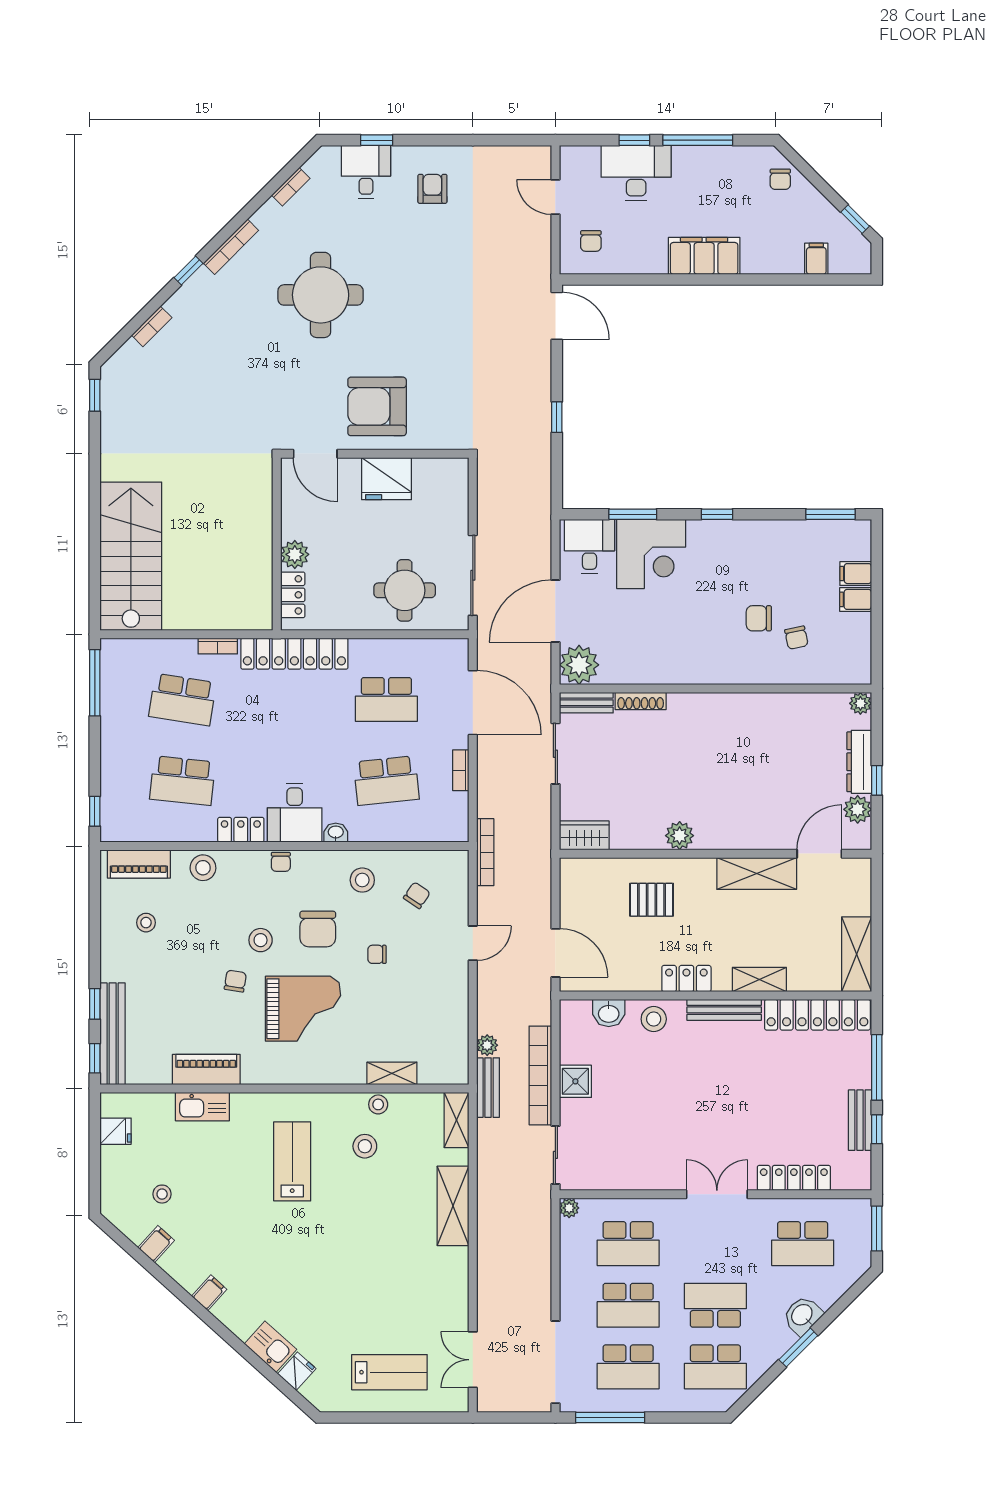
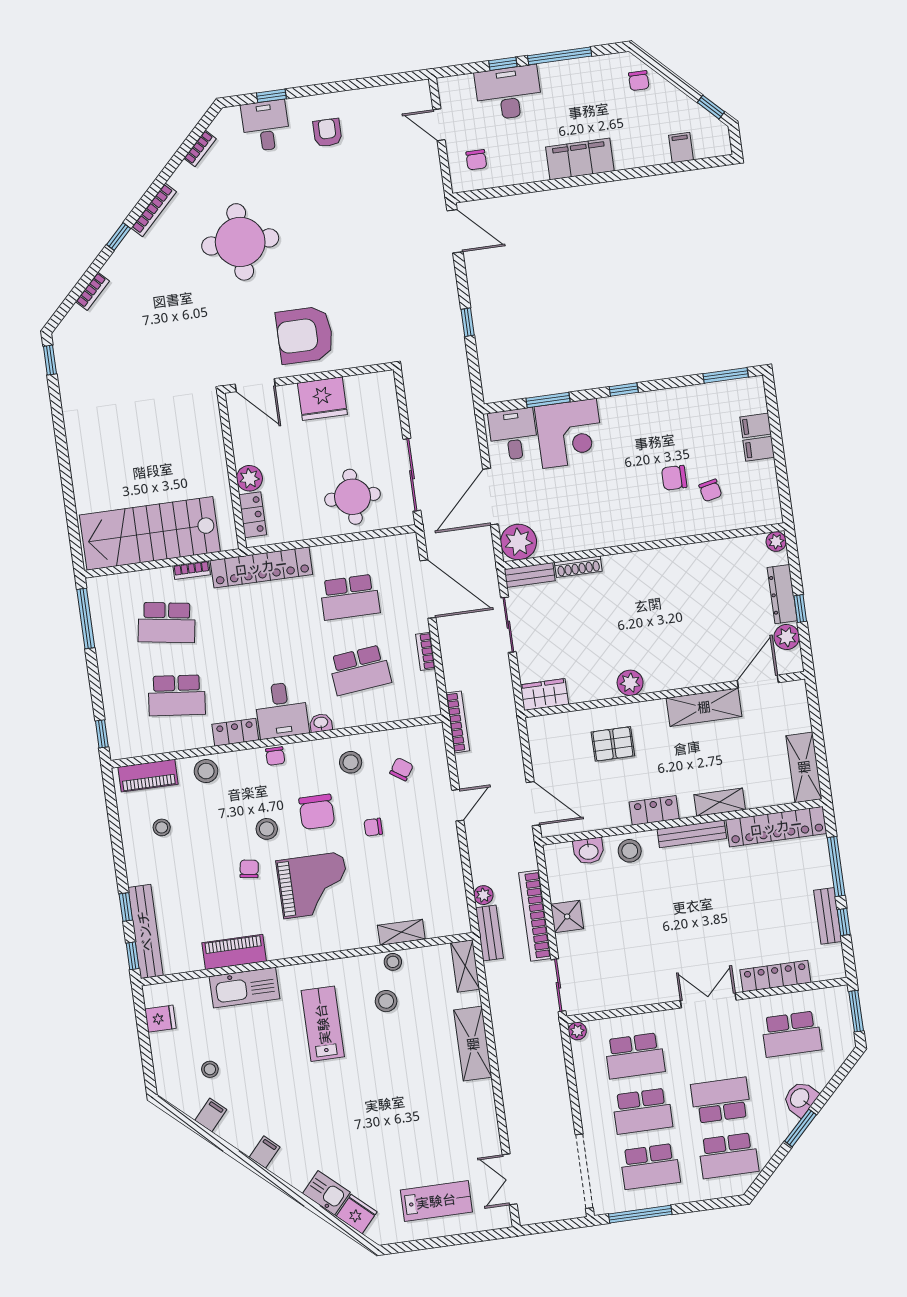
stairs: (131, 556) -> (150, 533), moved, turned -90
kitchen sink: (202, 1107) -> (245, 988), width x1.36, depth x1.24
fridge: (297, 1371) -> (357, 1214), width x1.38

